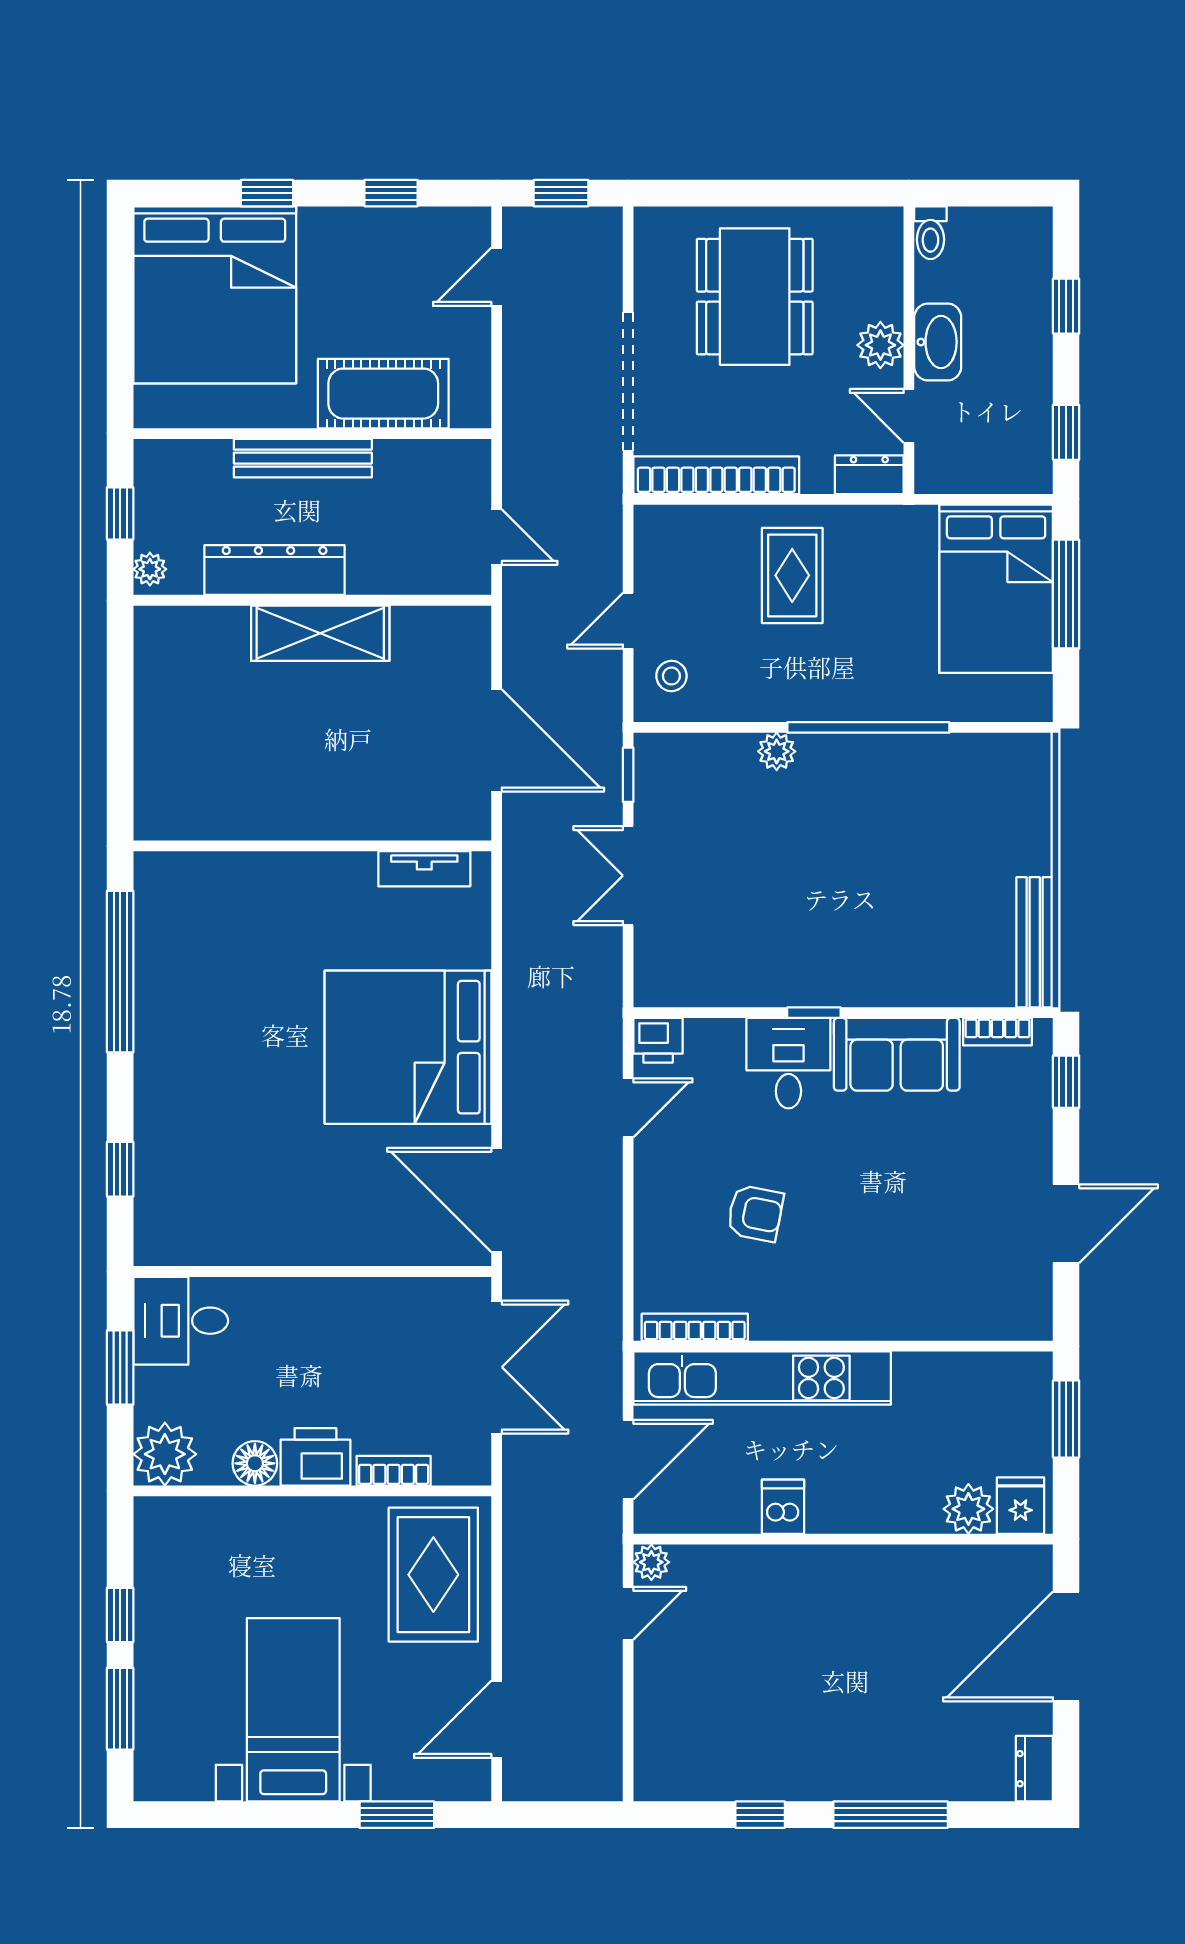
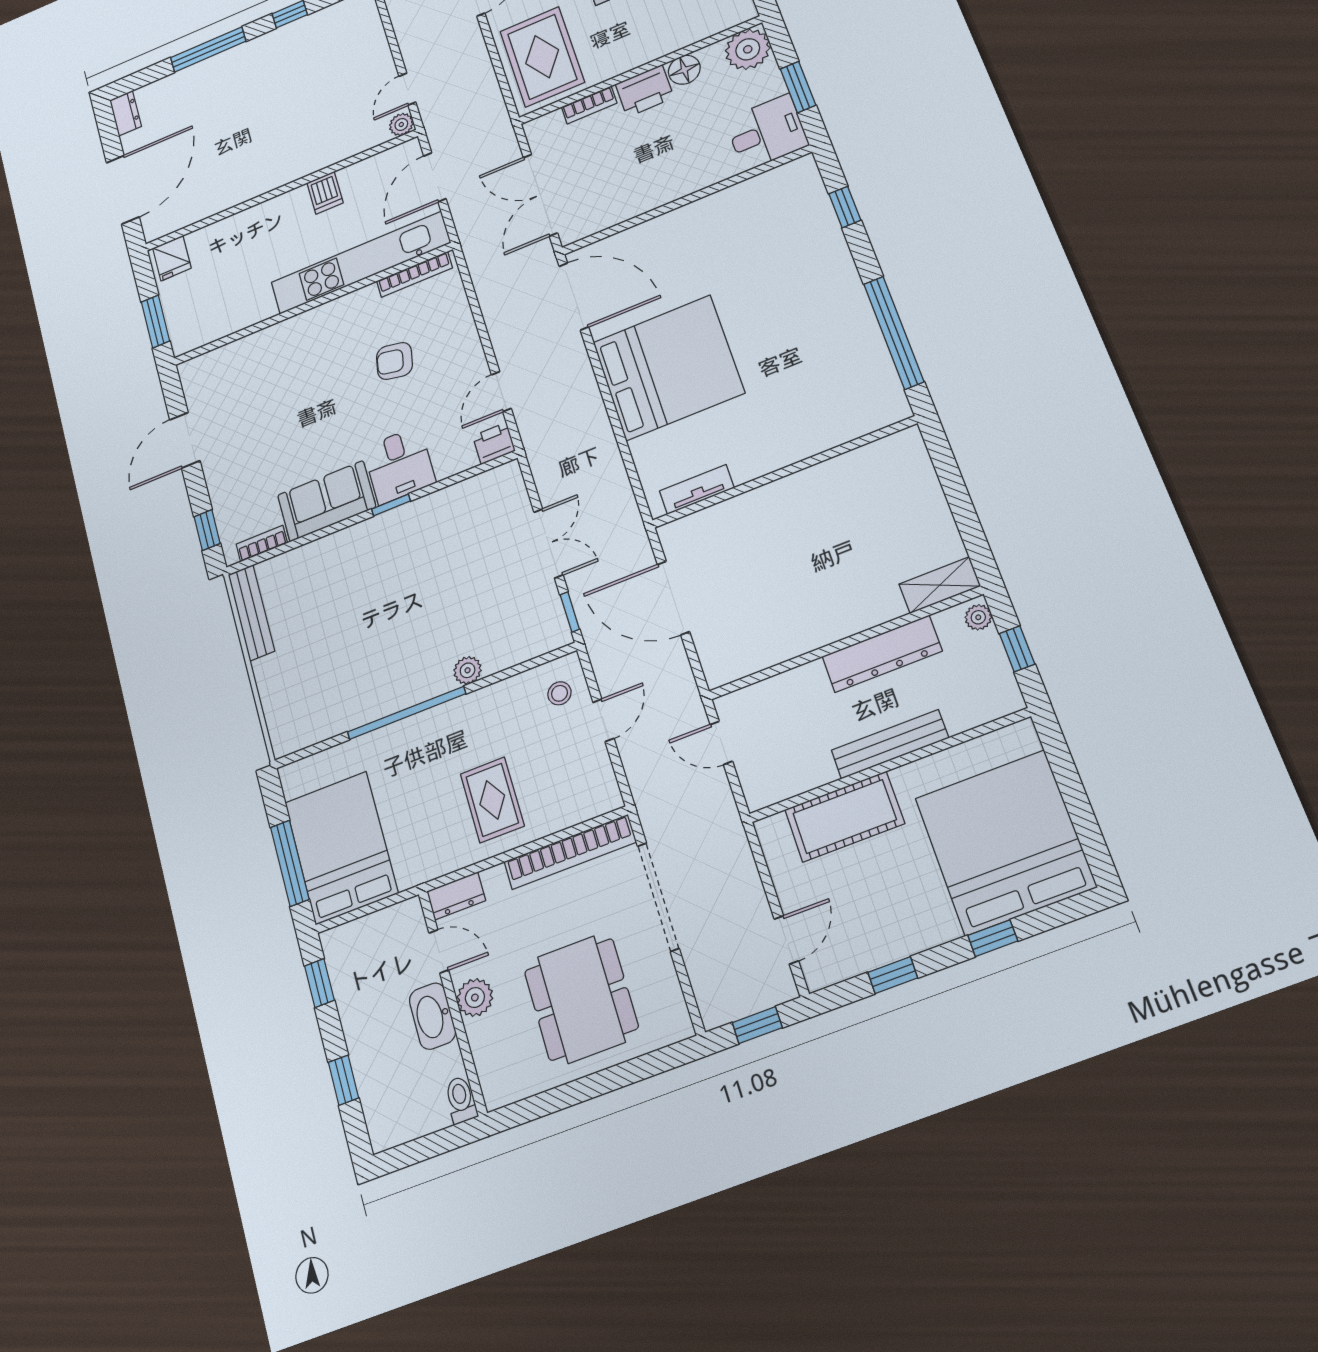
shelving: (320, 633) -> (940, 585), moved, width x0.67, depth x0.75
plant: (968, 1509) -> (205, 242), removed

